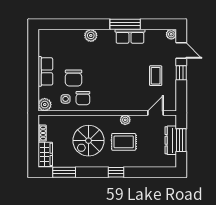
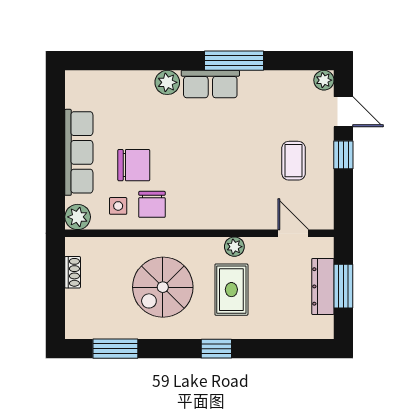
row of seats: (130, 36) -> (210, 84), moved
row of seats: (45, 71) -> (79, 152), width x1.48
chair: (74, 78) -> (134, 165), turned -90
door: (155, 113) -> (293, 233), hinge flipped
rug: (124, 142) -> (231, 290), turned 90
wardrobe: (45, 154) -> (79, 314), removed

